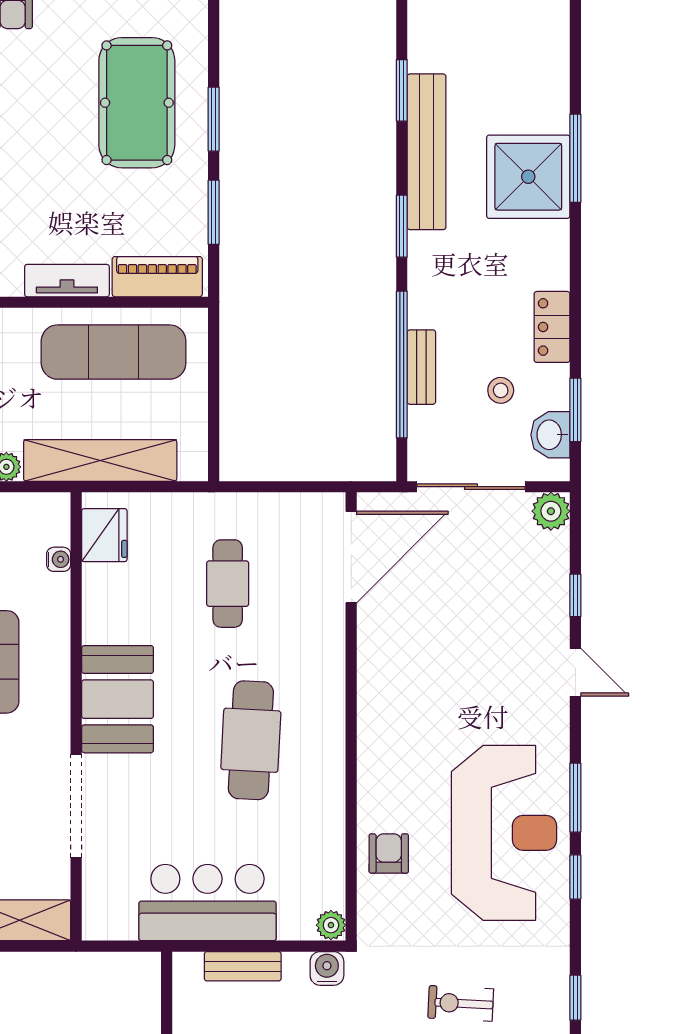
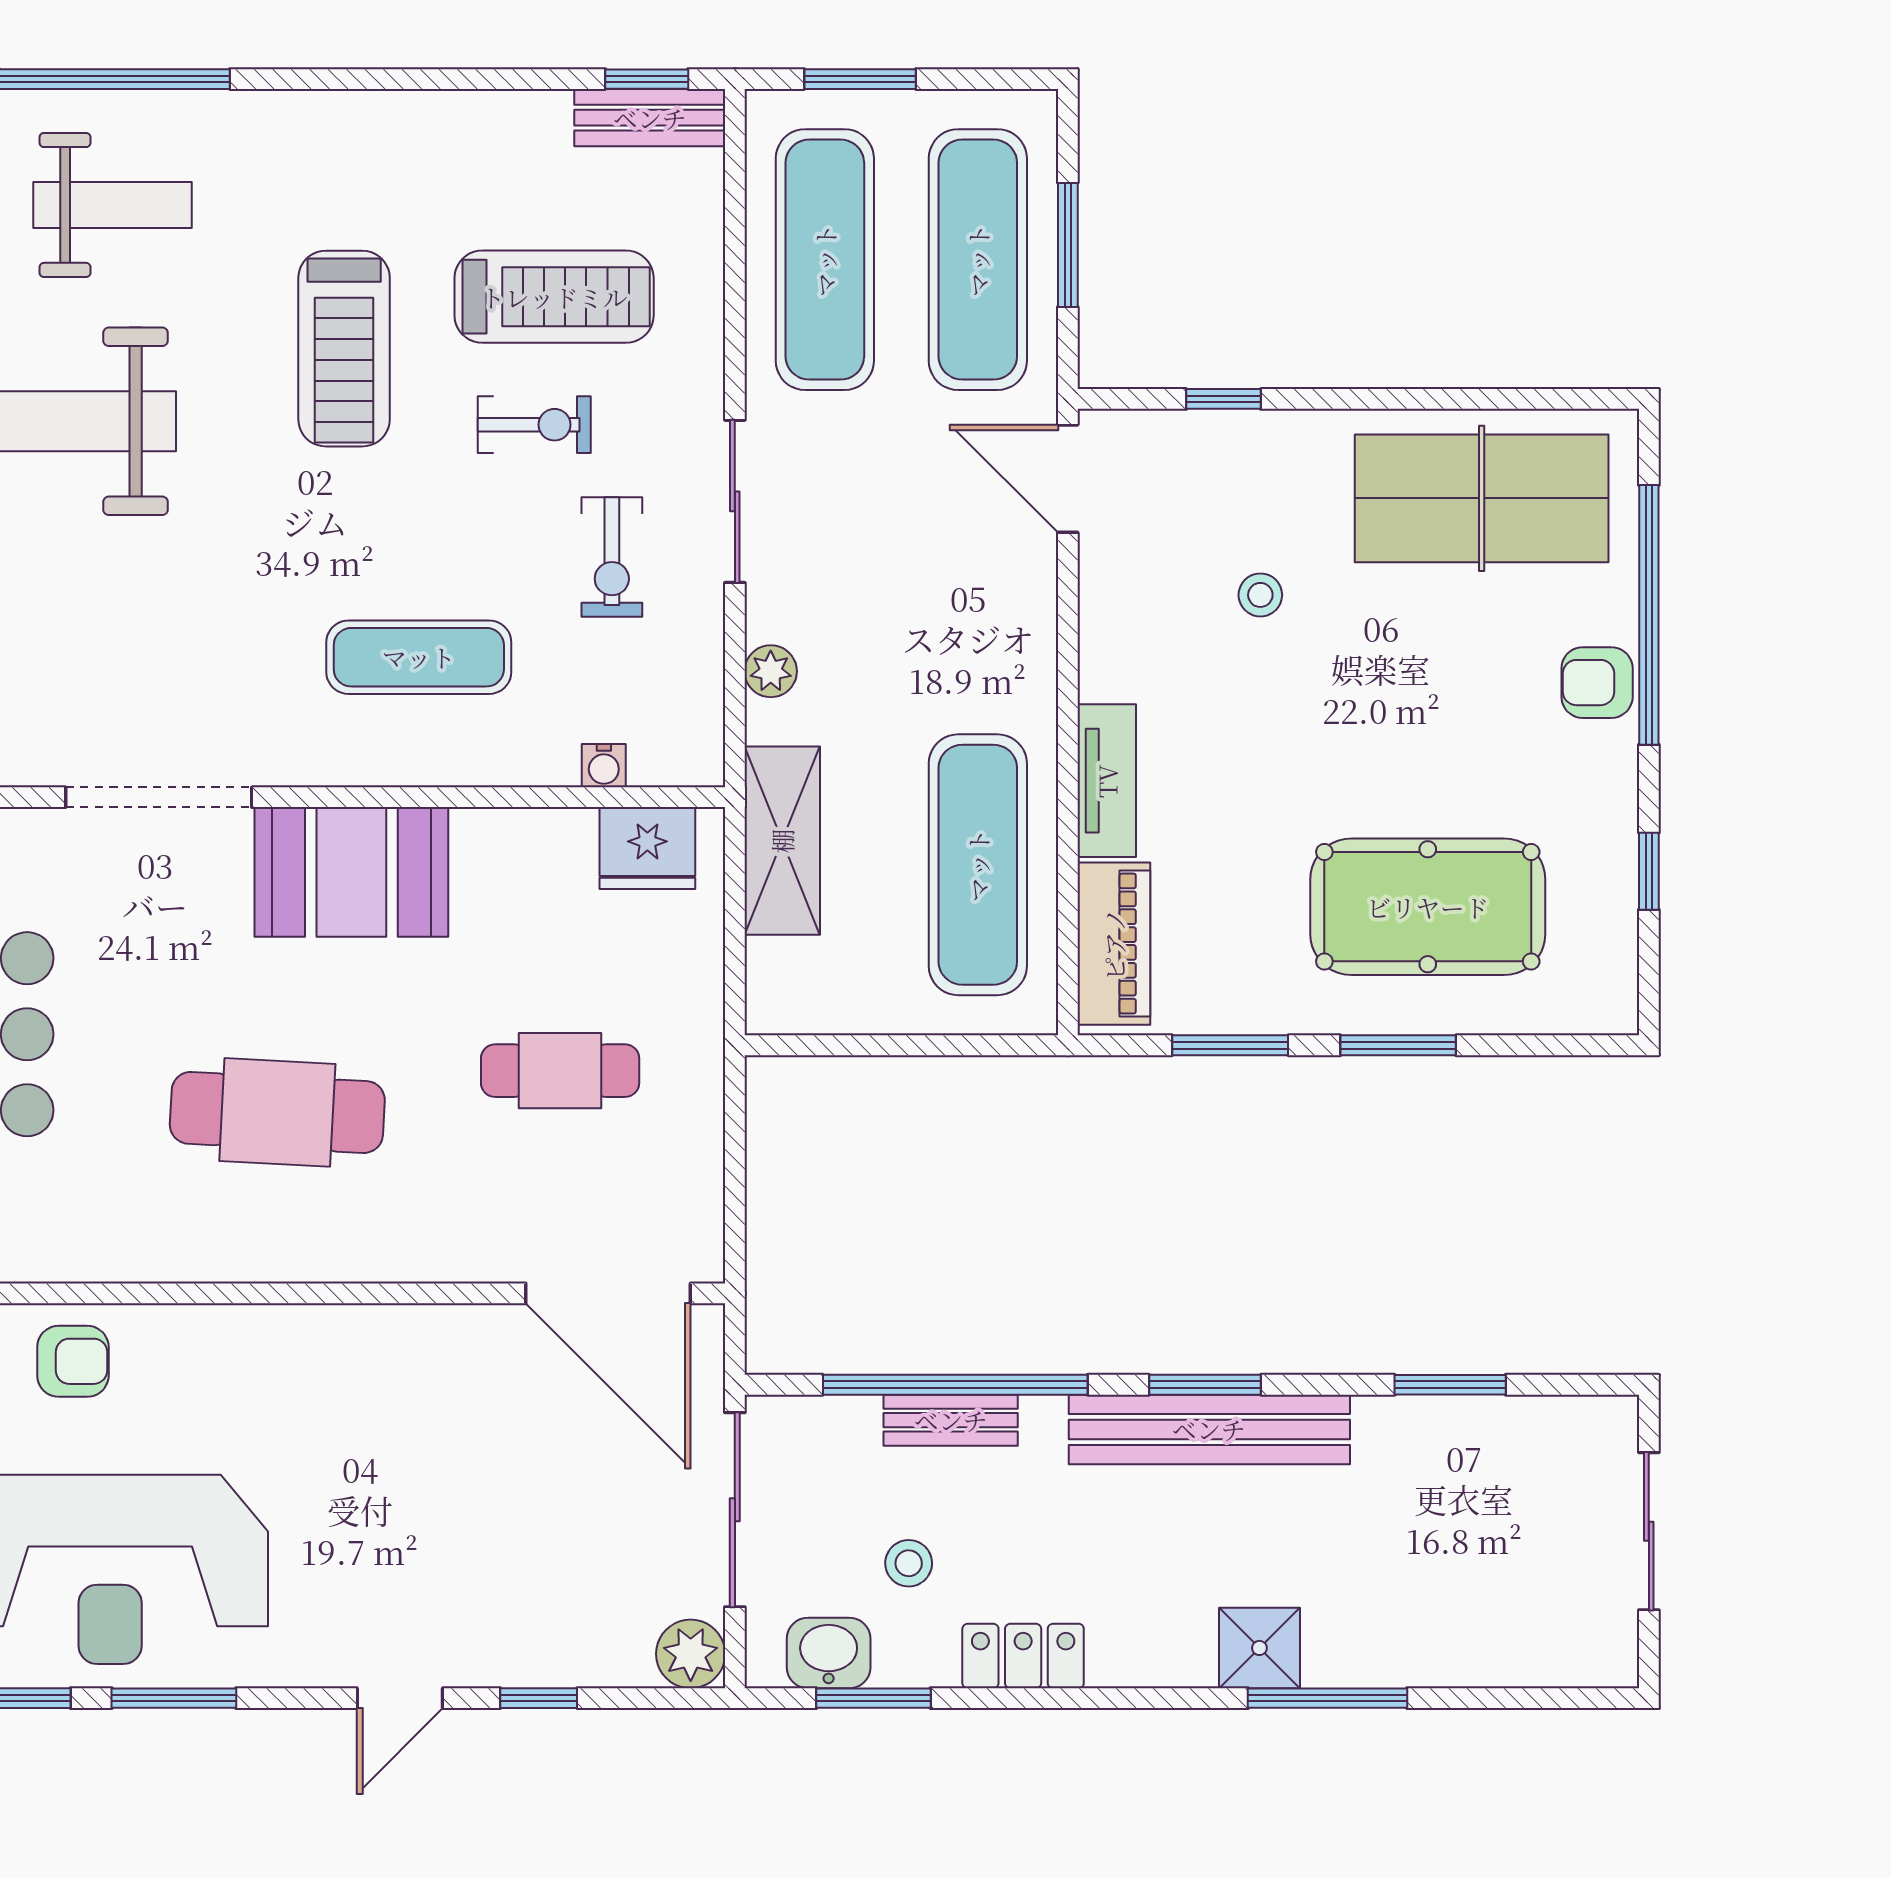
bench: (427, 152) -> (1209, 1429), moved
shower: (528, 177) -> (1259, 1648), width x0.54, depth x0.54
shelving: (100, 460) -> (782, 841), width x0.68

